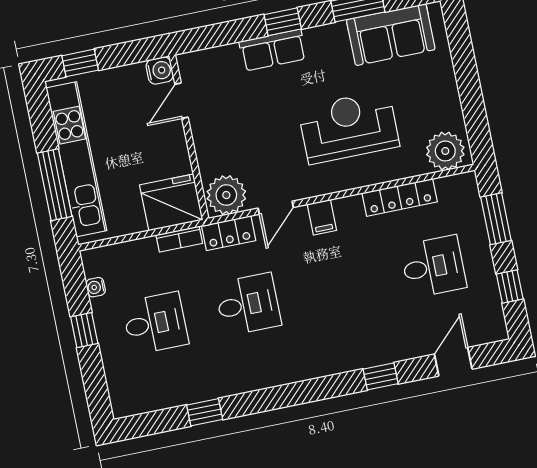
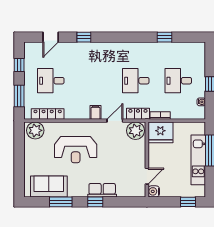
kitchen unit: (76, 159) -> (198, 160), width x0.73
locker: (400, 197) -> (48, 114), moved

